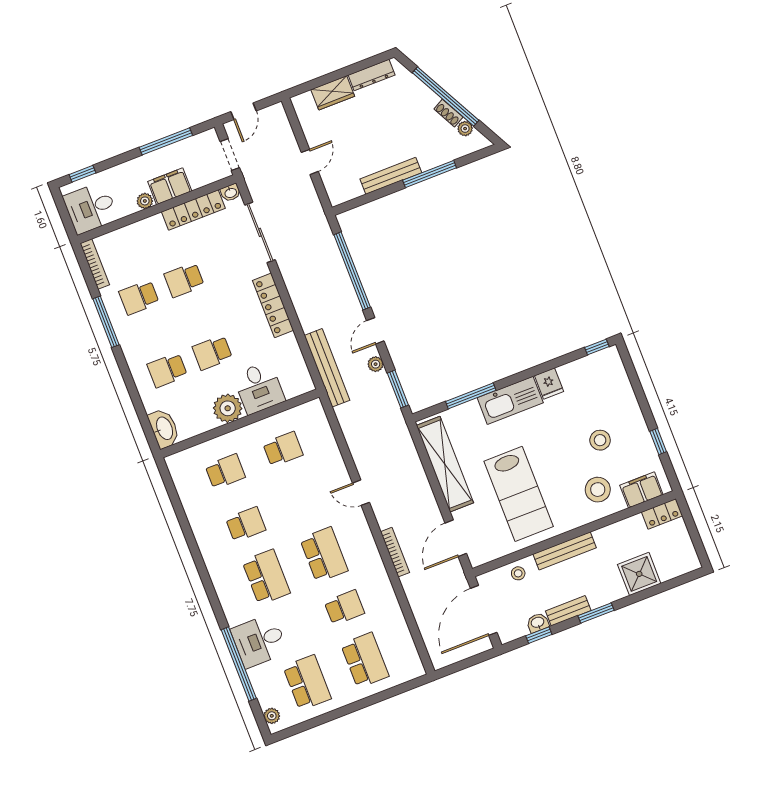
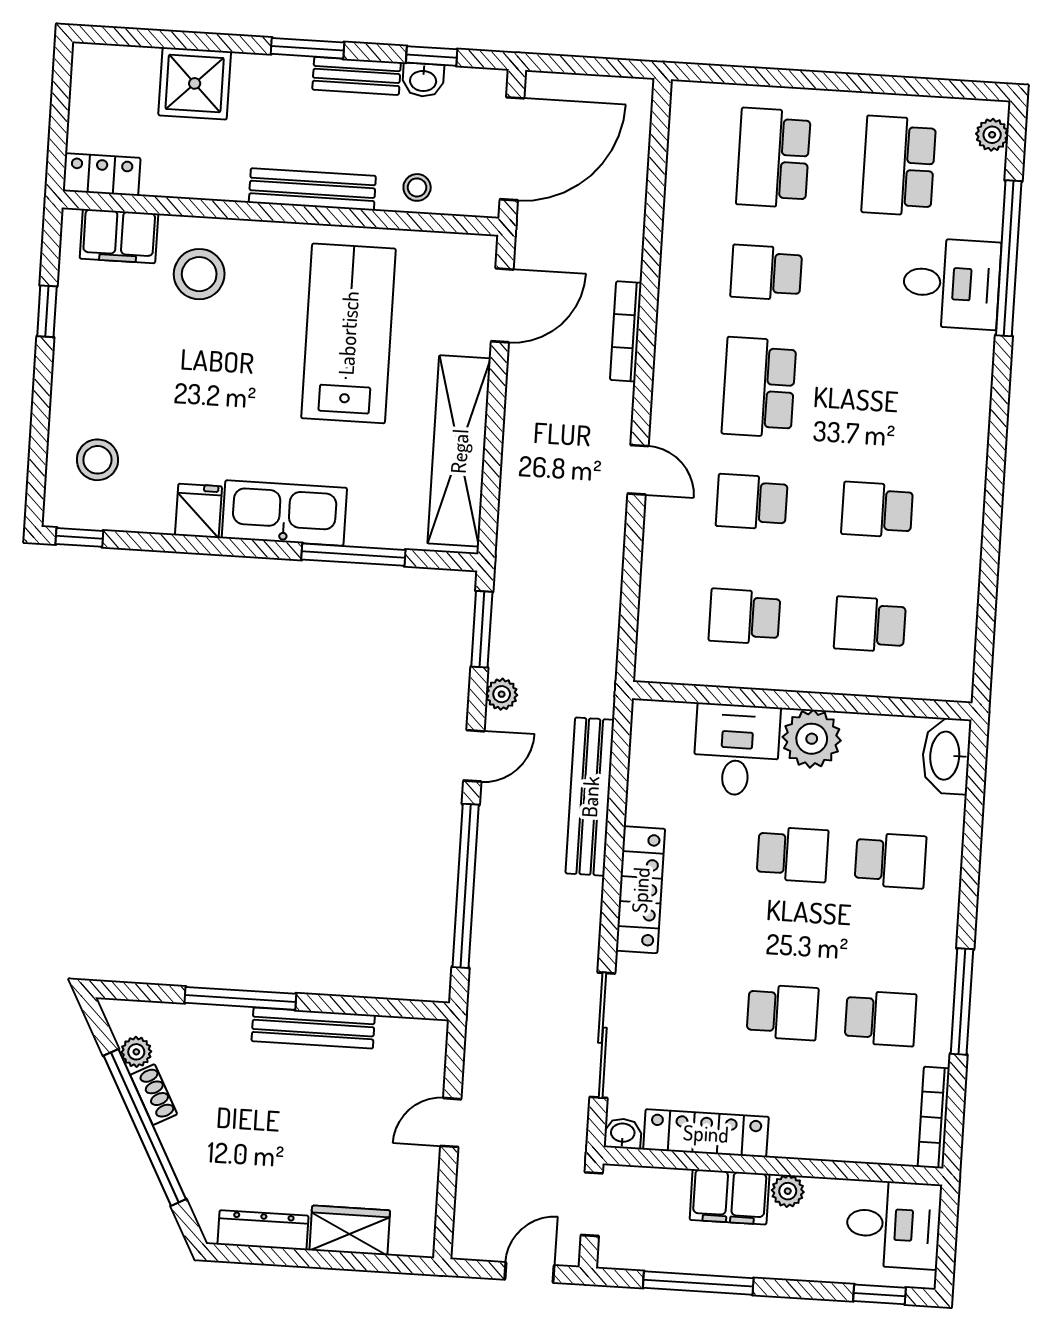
bench: (327, 368) -> (590, 797), moved
stool: (600, 440) -> (97, 460), moved
school desk: (266, 577) -> (752, 502), moved, width x0.54

